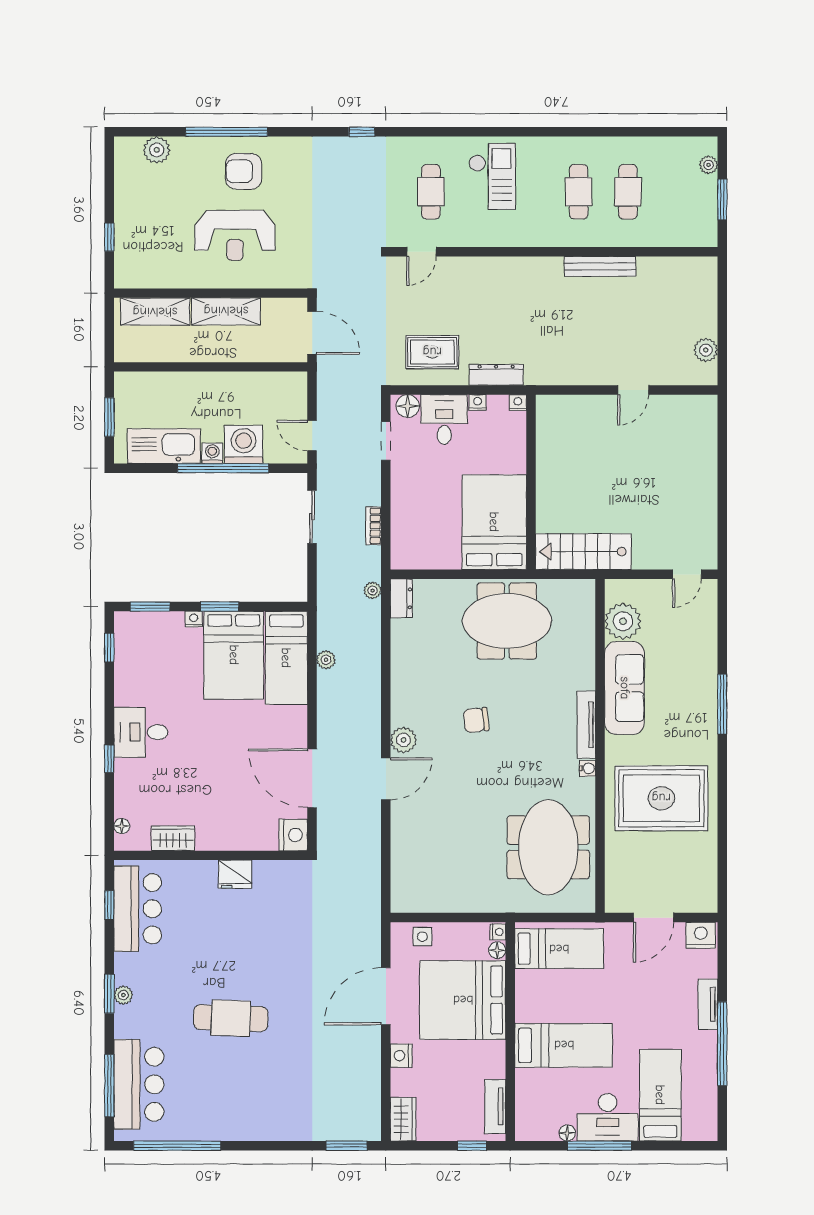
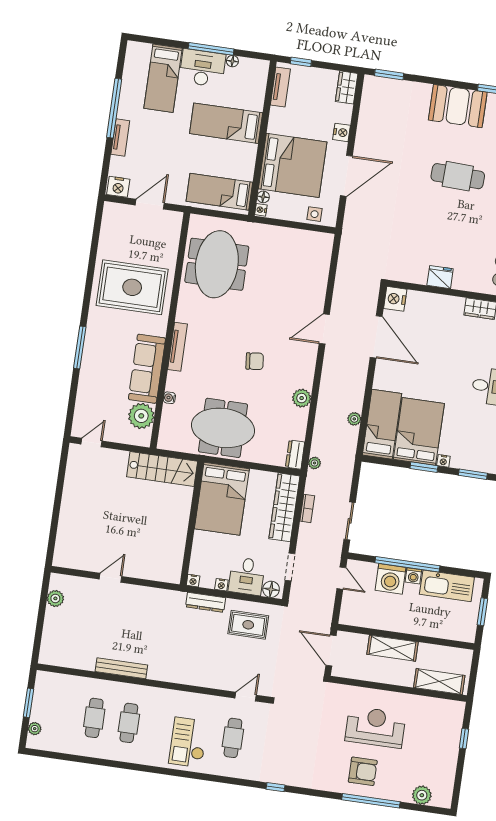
shelving: (226, 311) -> (393, 648), moved
wardrobe: (406, 523) -> (284, 507), added
plant: (403, 740) -> (302, 398), moved
water cooler: (587, 768) -> (169, 398), moved
booth: (245, 1116) -> (458, 106), added

